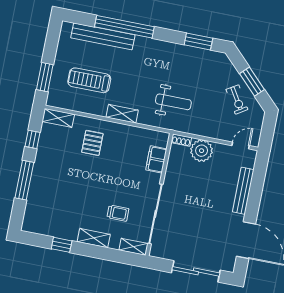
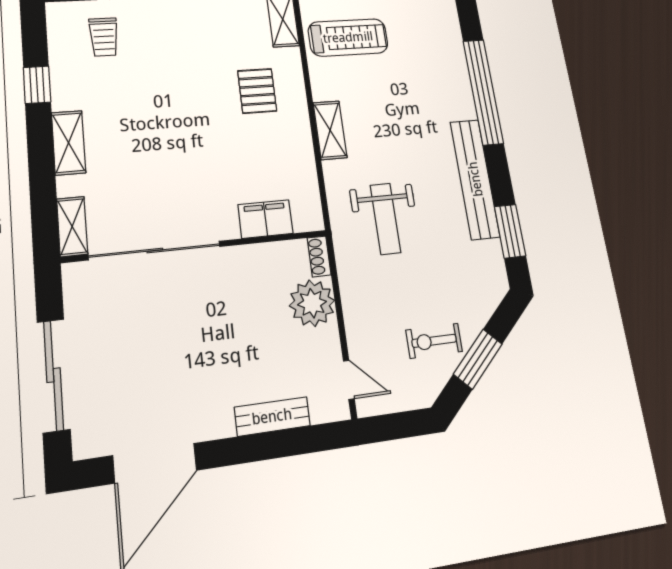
bench: (103, 36) -> (475, 179), moved
treadmill: (89, 80) -> (348, 37), moved, turned 90
exercise bike: (237, 100) -> (434, 341), turned 32
pallet: (92, 143) -> (257, 91), turned 90
bench: (243, 191) -> (272, 416), width x0.73
trolley: (118, 213) -> (104, 37), moved

